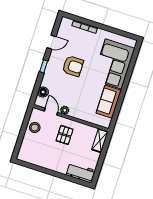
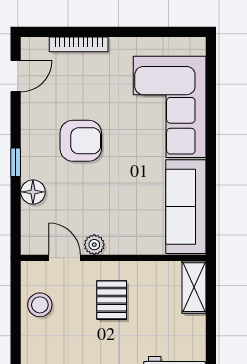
door: (51, 42) -> (16, 76), moved
floor lamp: (43, 92) -> (33, 192), moved
sofa: (109, 102) -> (186, 207), width x1.36

